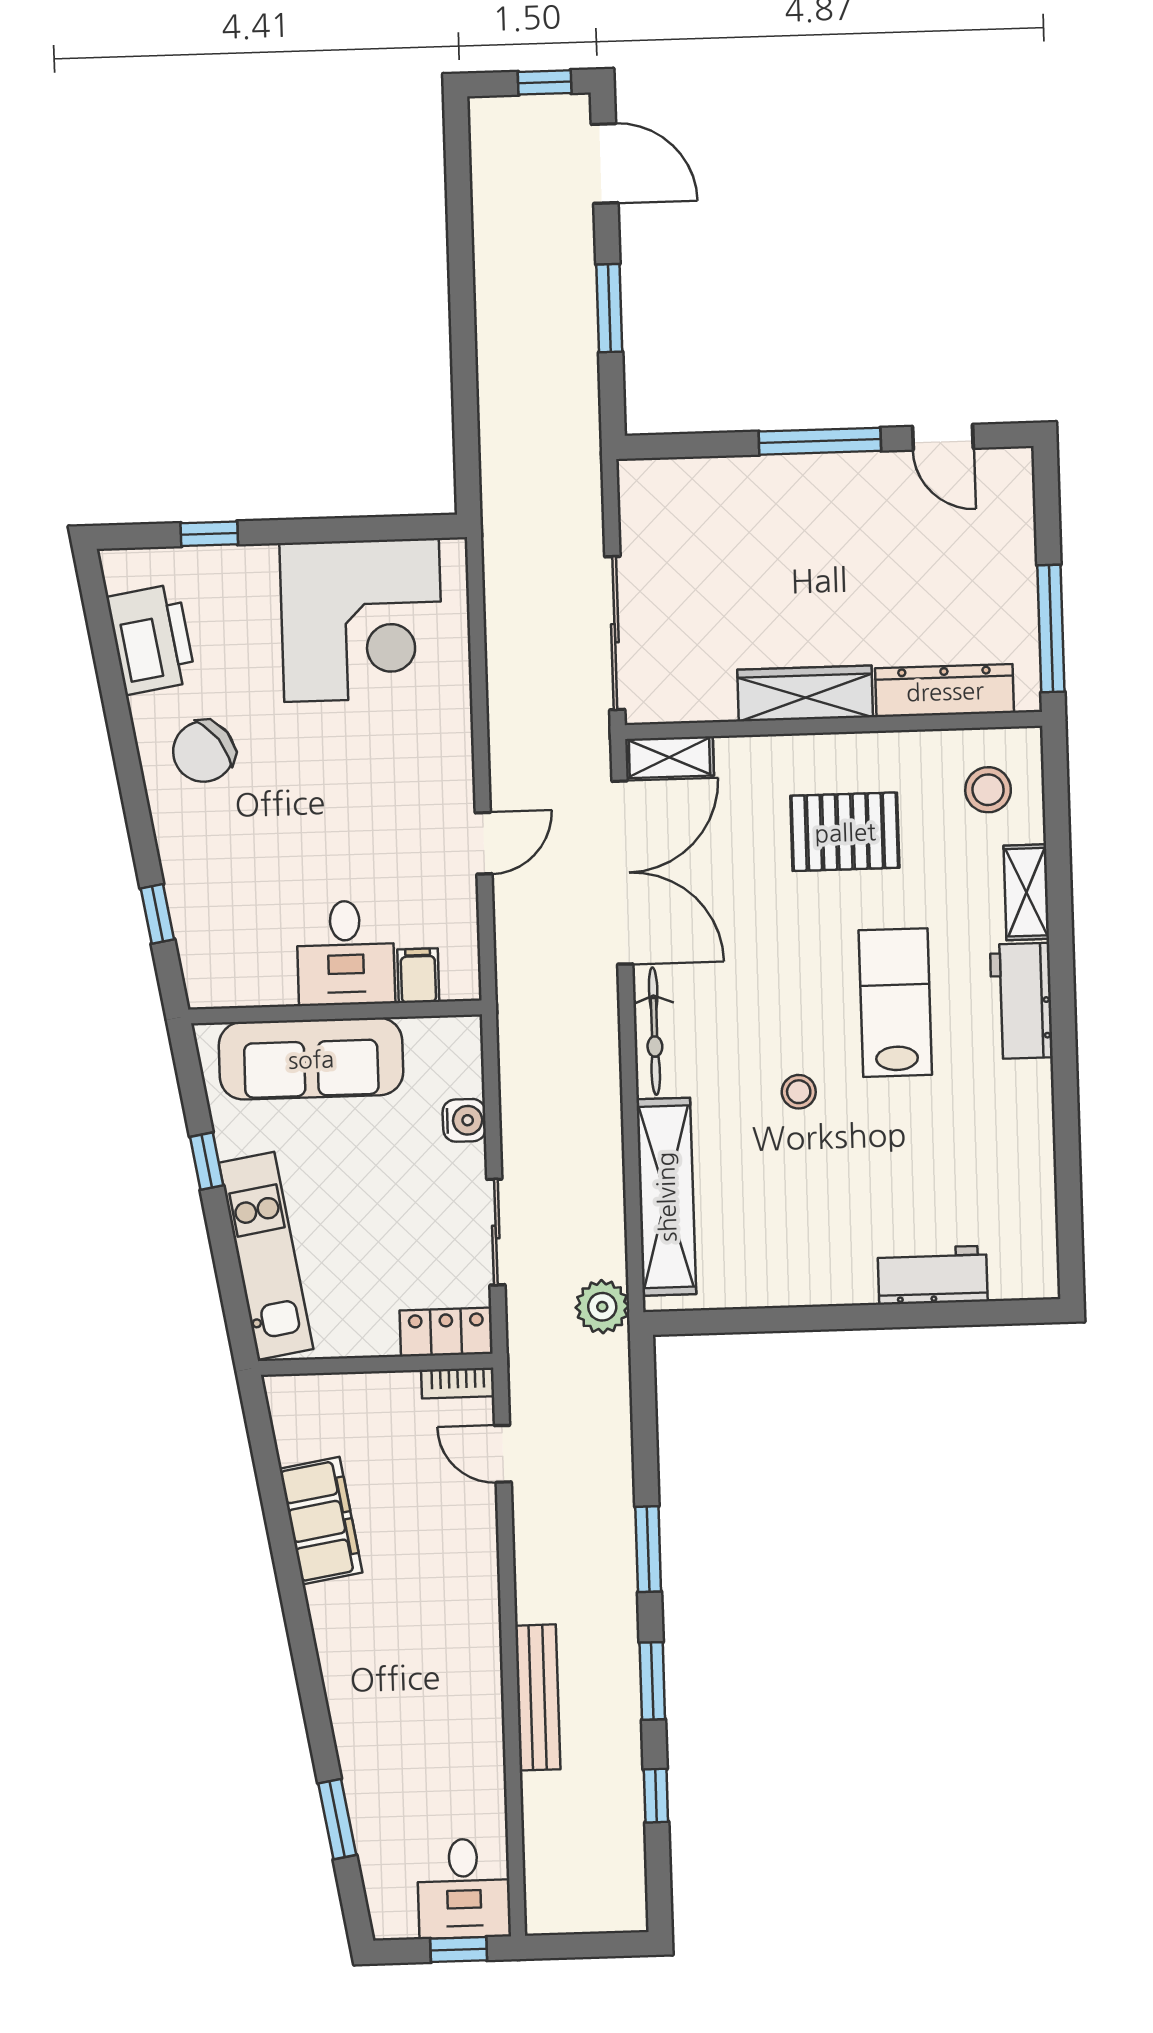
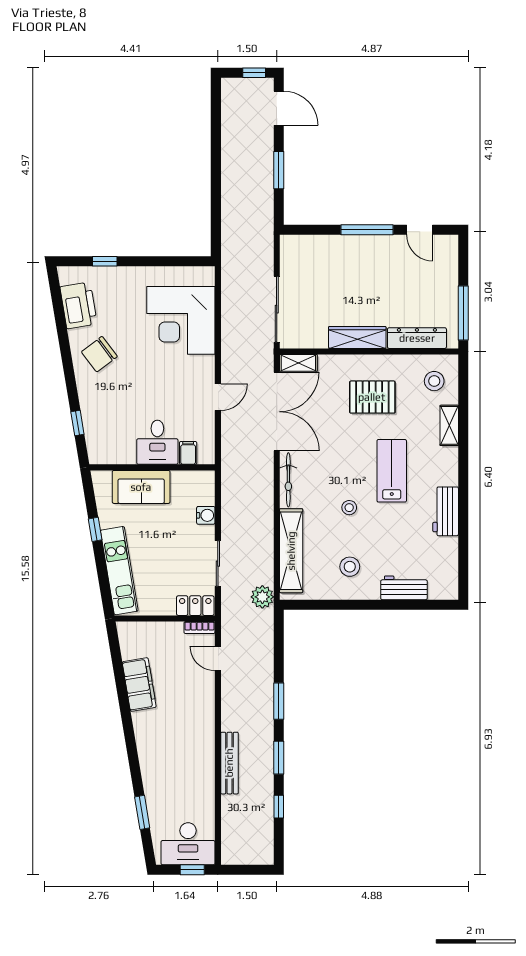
corner desk: (362, 620) -> (181, 320), moved, turned 90
workbench: (1021, 1001) -> (446, 511), moved
sofa: (311, 1059) -> (141, 487), width x0.73
stool: (804, 1230) -> (350, 567), added
desk: (464, 1888) -> (188, 844), width x1.37

